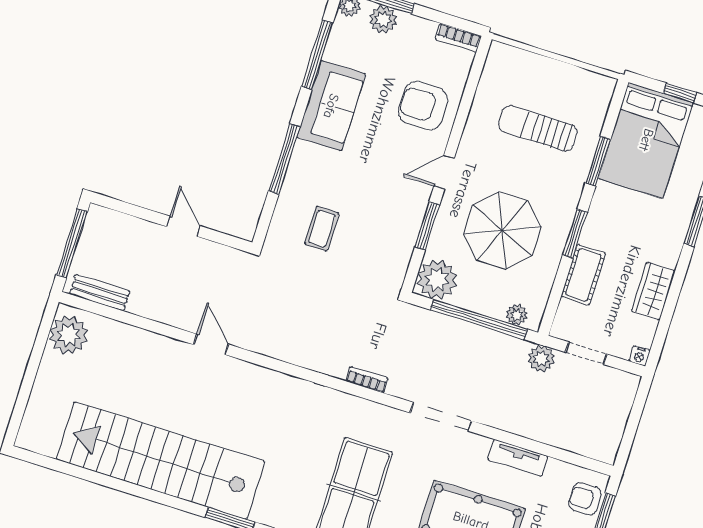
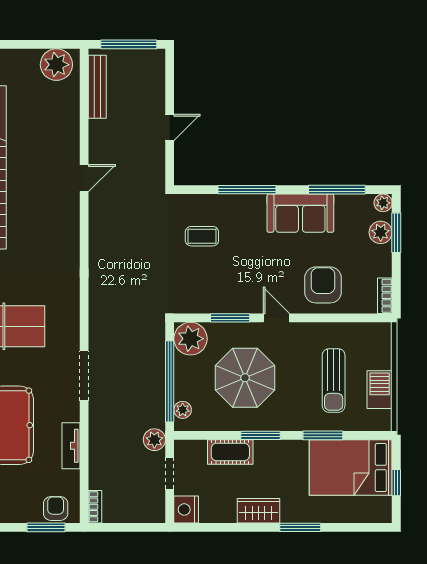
barbecue: (566, 78) -> (380, 390), added
sun lounger: (538, 128) -> (334, 380), turned 180
wardrobe: (653, 291) -> (258, 511), moved
bench: (100, 292) -> (97, 87), width x1.36
nightstand: (639, 356) -> (186, 509), width x1.89, depth x1.79
bookcase: (367, 380) -> (95, 507), moved

